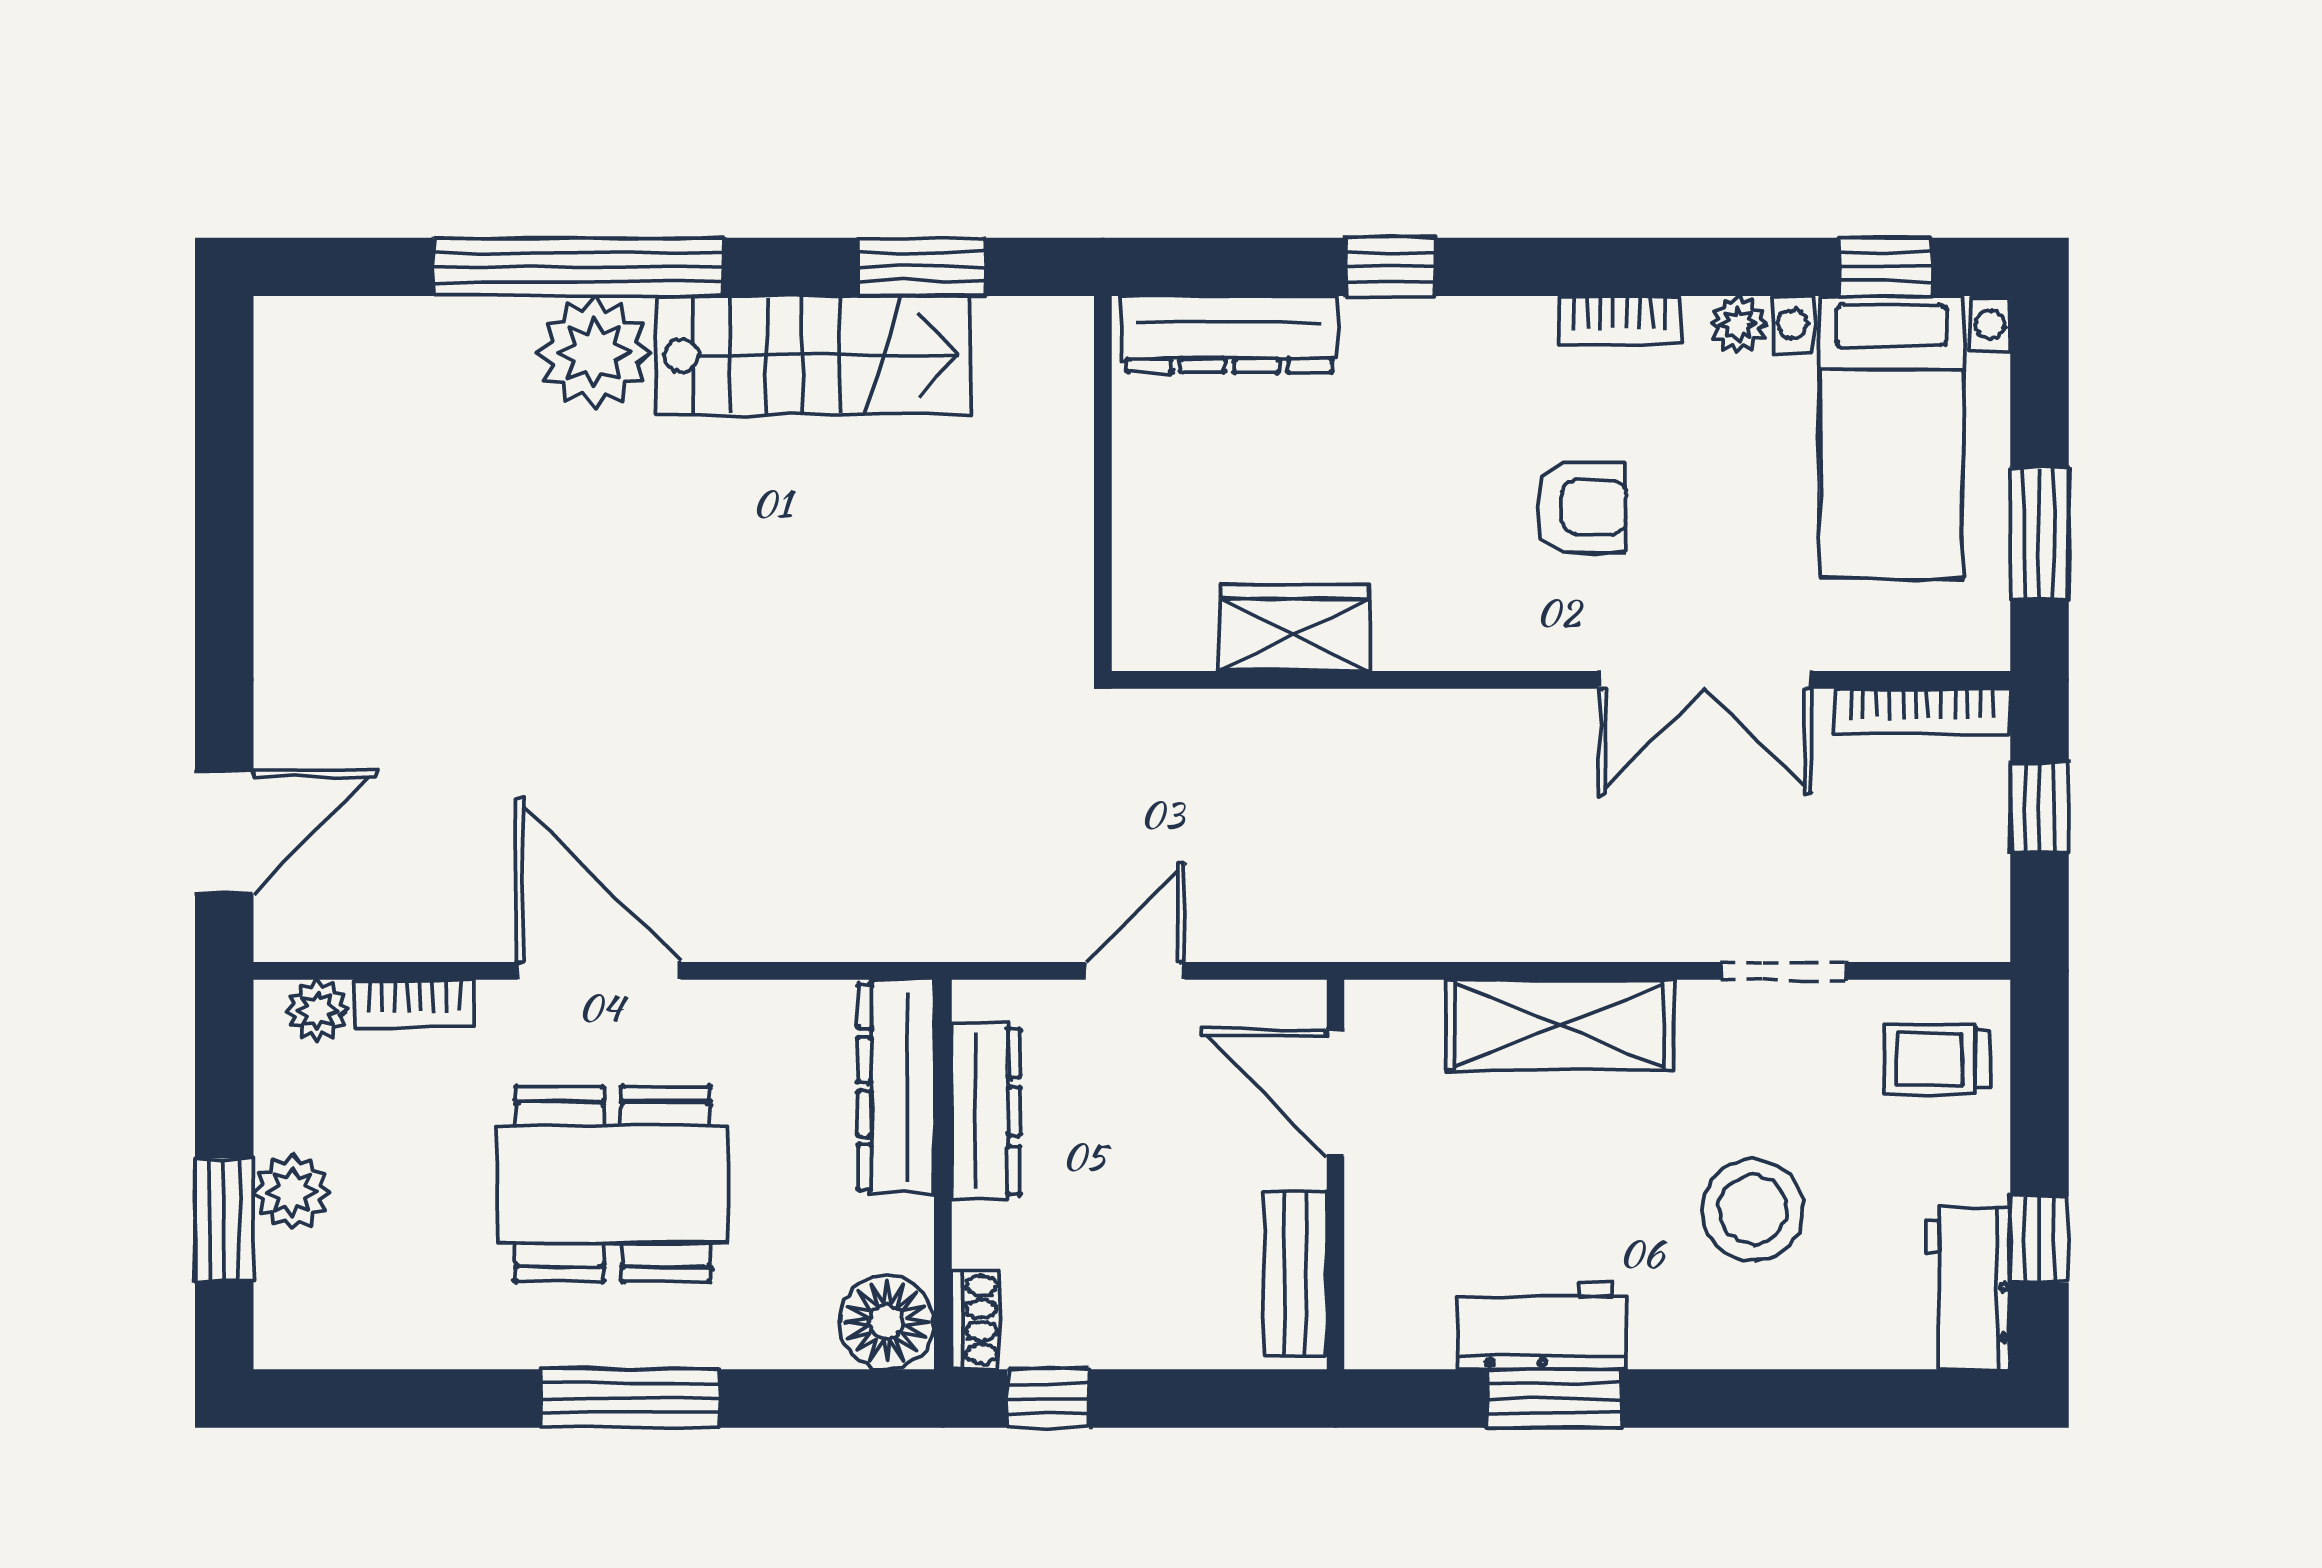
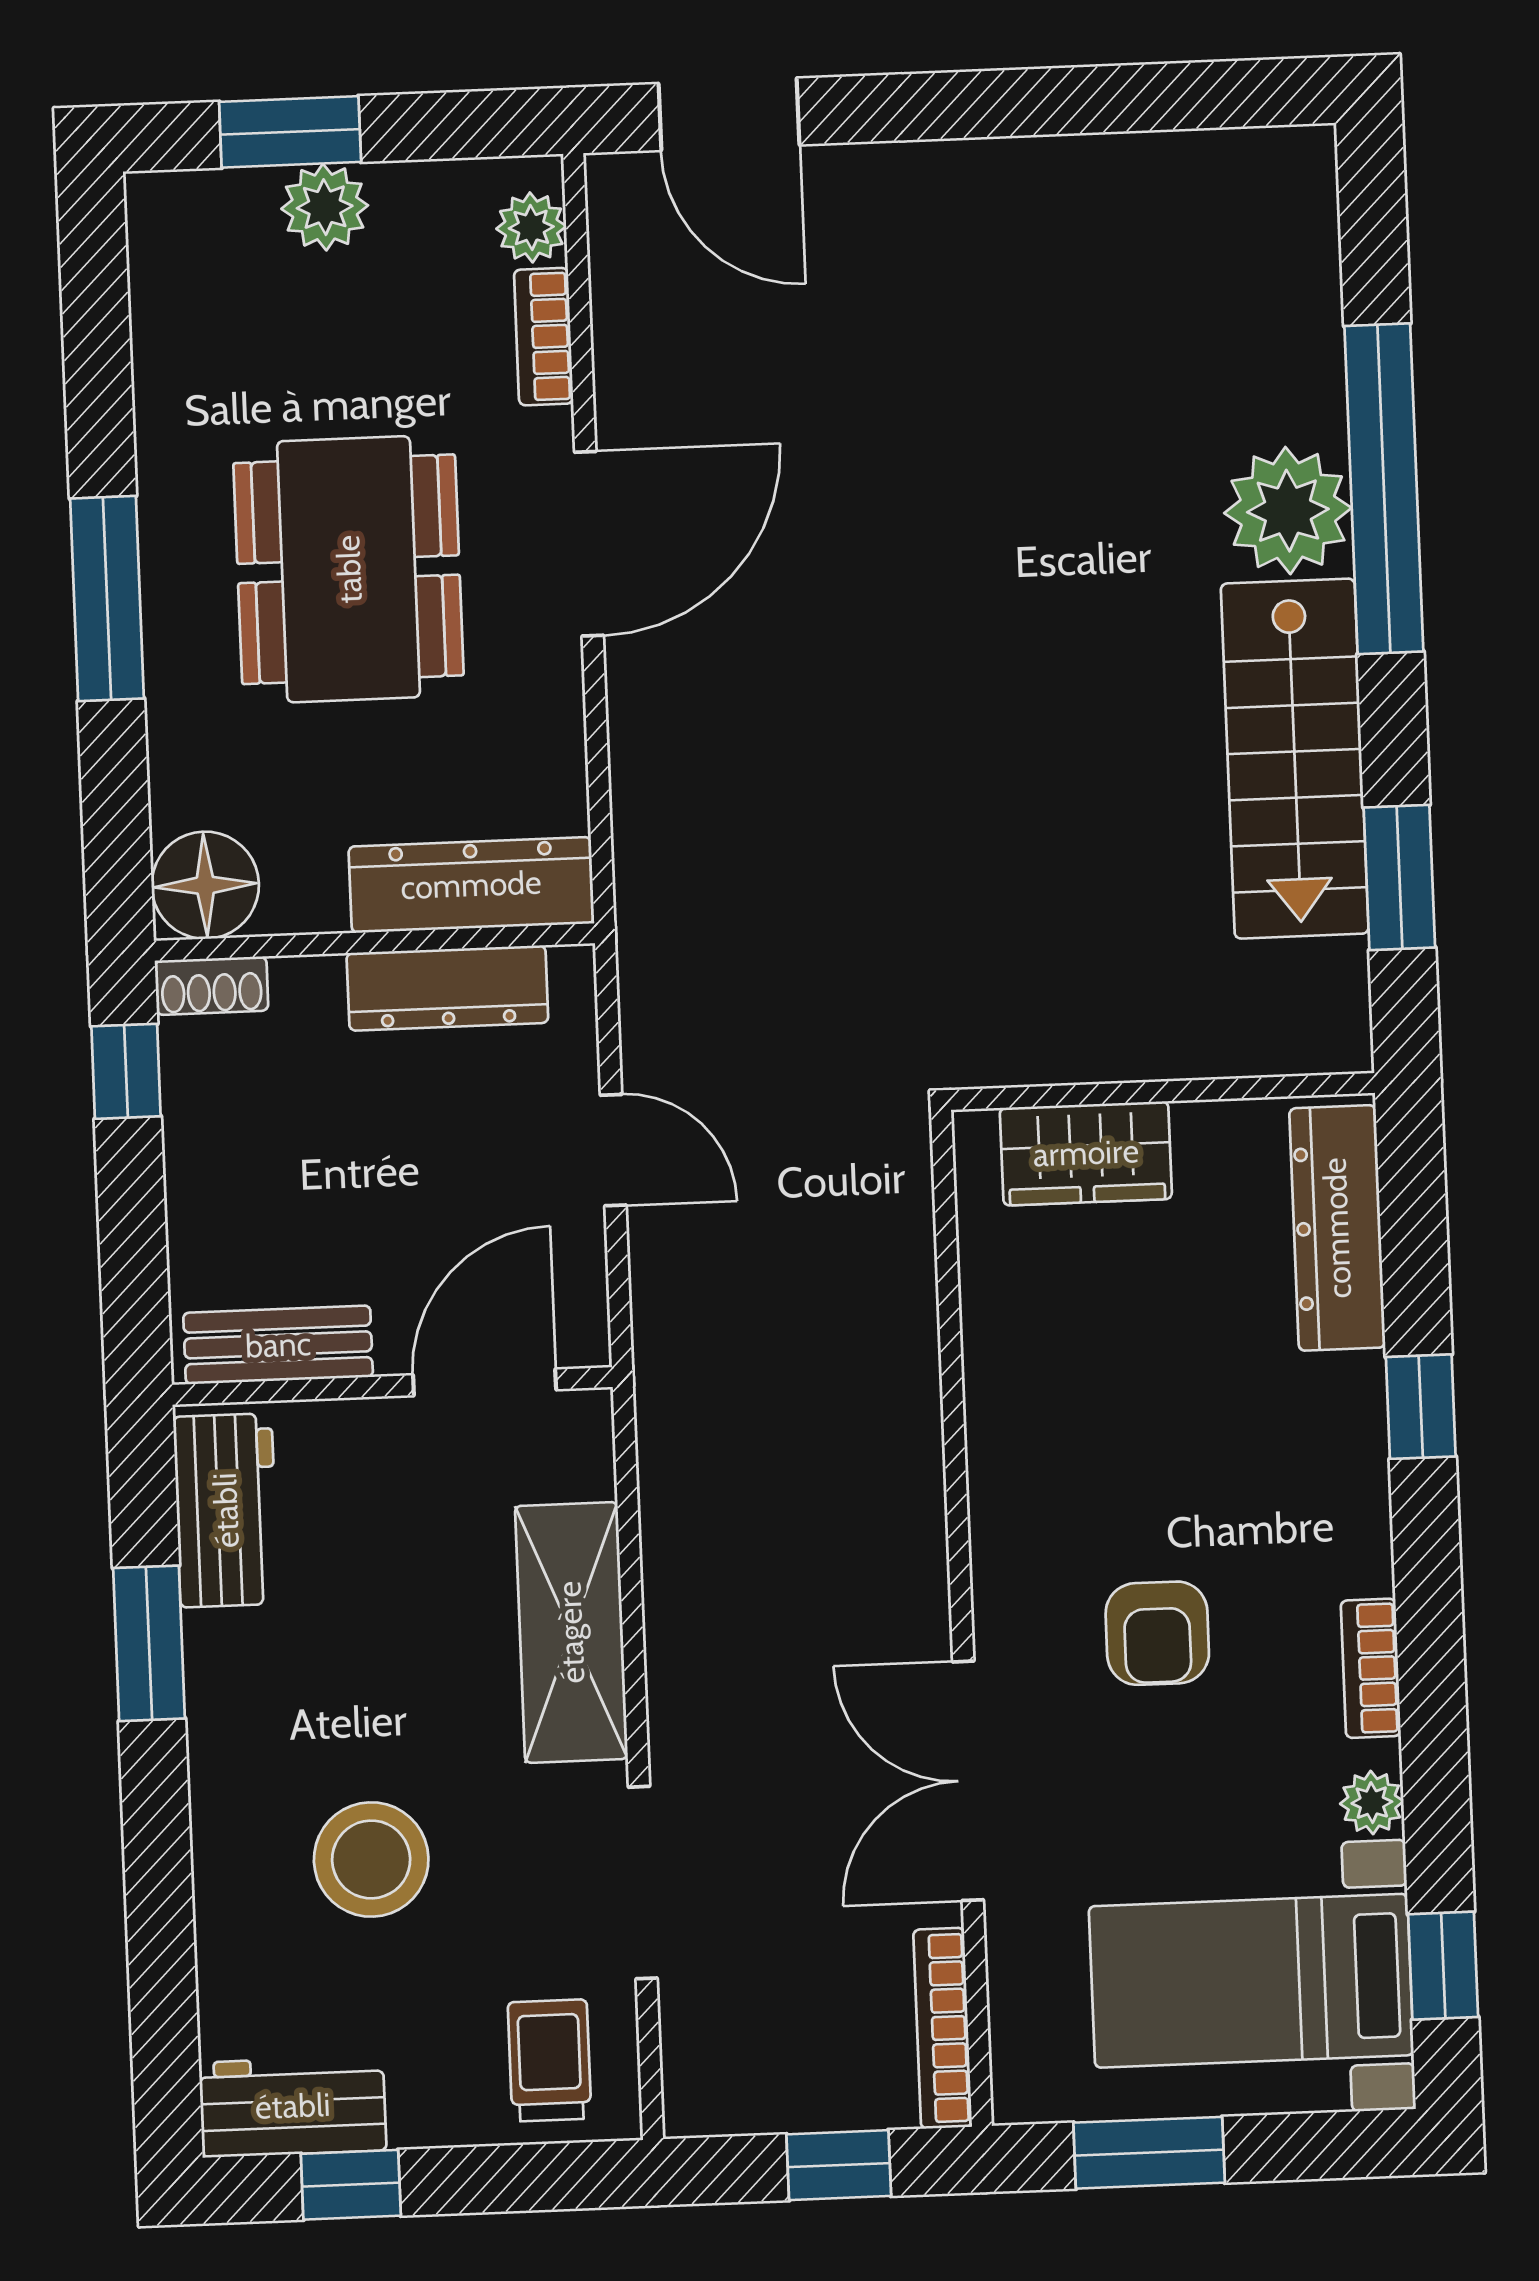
wardrobe: (1294, 628) -> (1086, 1153), moved, turned 90
doorway: (1783, 971) -> (643, 1883), width x1.38
workbench: (1542, 1326) -> (226, 1510), moved

